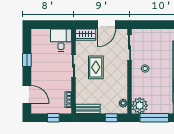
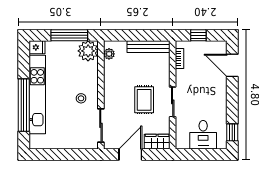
desk: (61, 40) -> (203, 135), moved
window: (27, 60) -> (232, 132), moved
bench: (88, 109) -> (149, 47), width x1.36
window: (111, 118) -> (124, 35), removed

